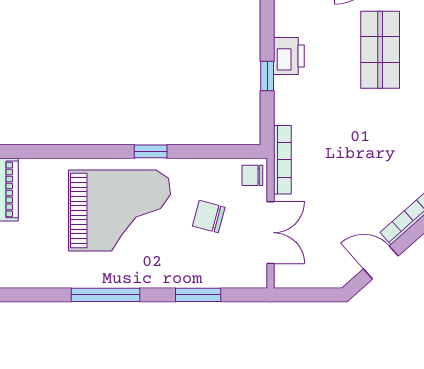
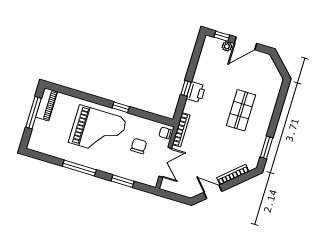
shop shelf: (380, 50) -> (241, 110), moved
printer: (289, 56) -> (196, 92), moved
chair: (209, 217) -> (139, 146), turned 75

